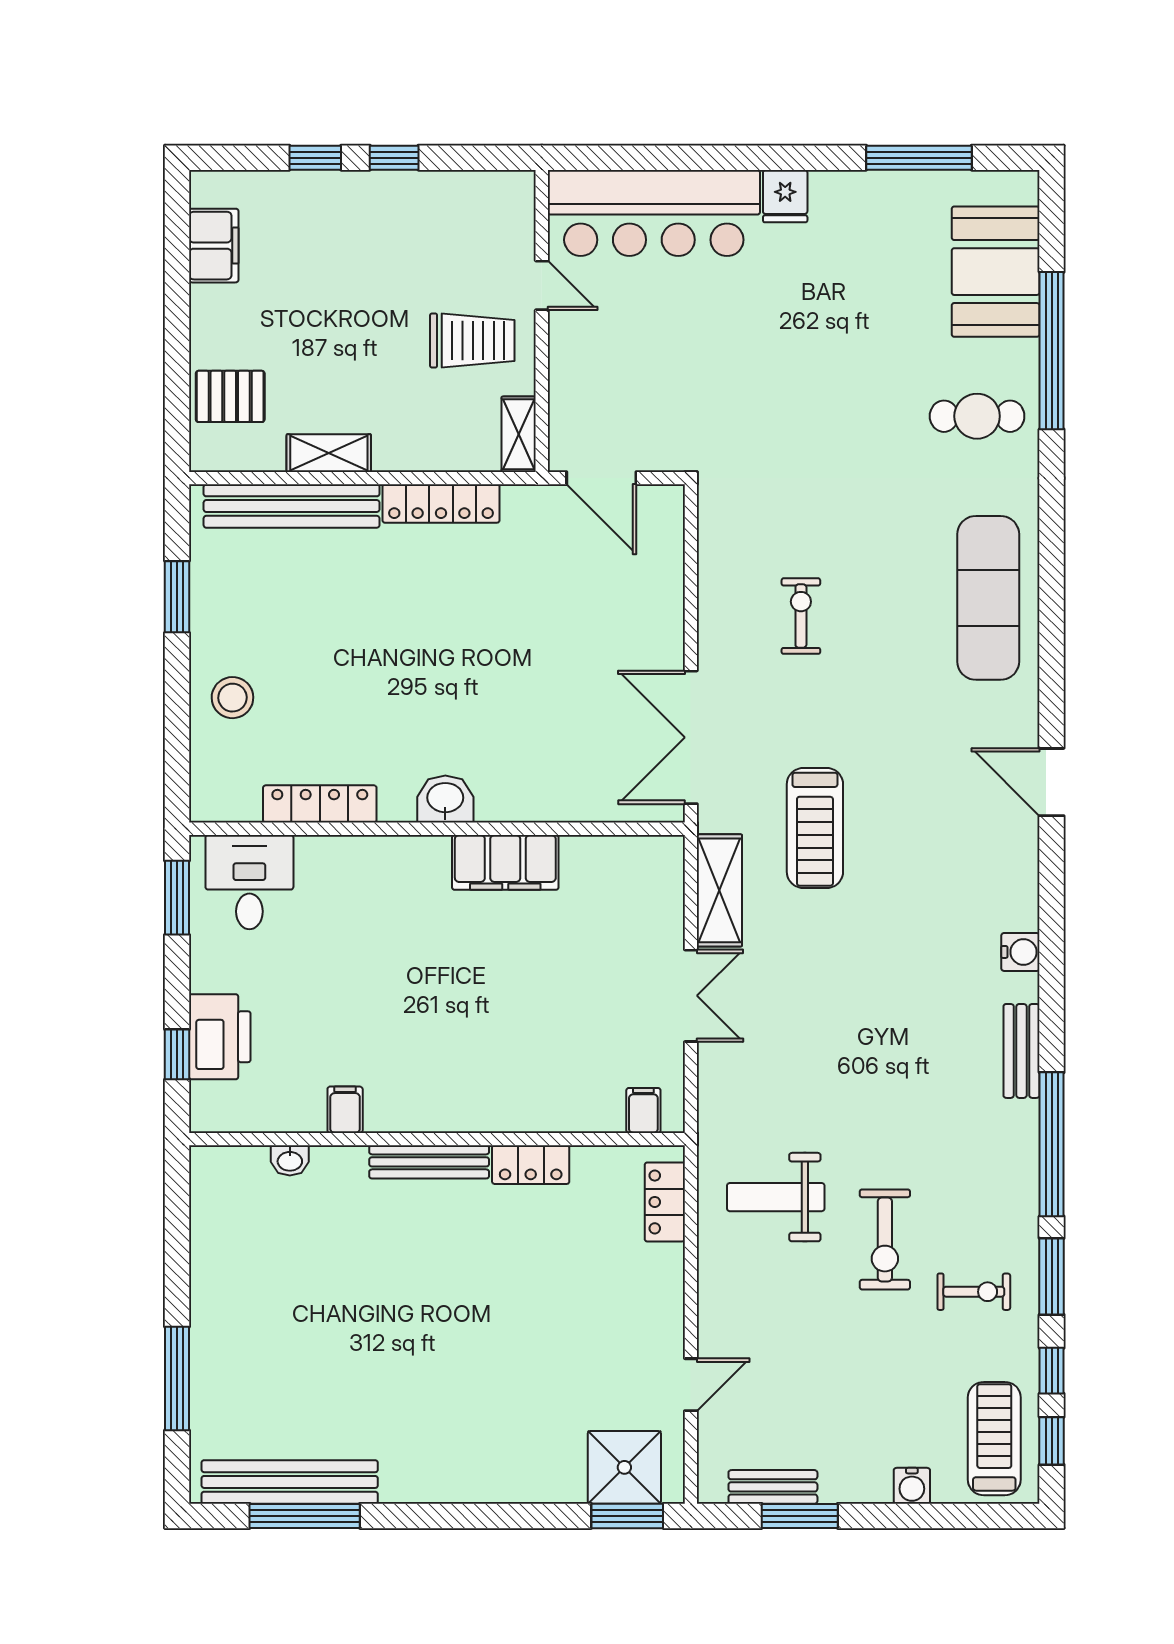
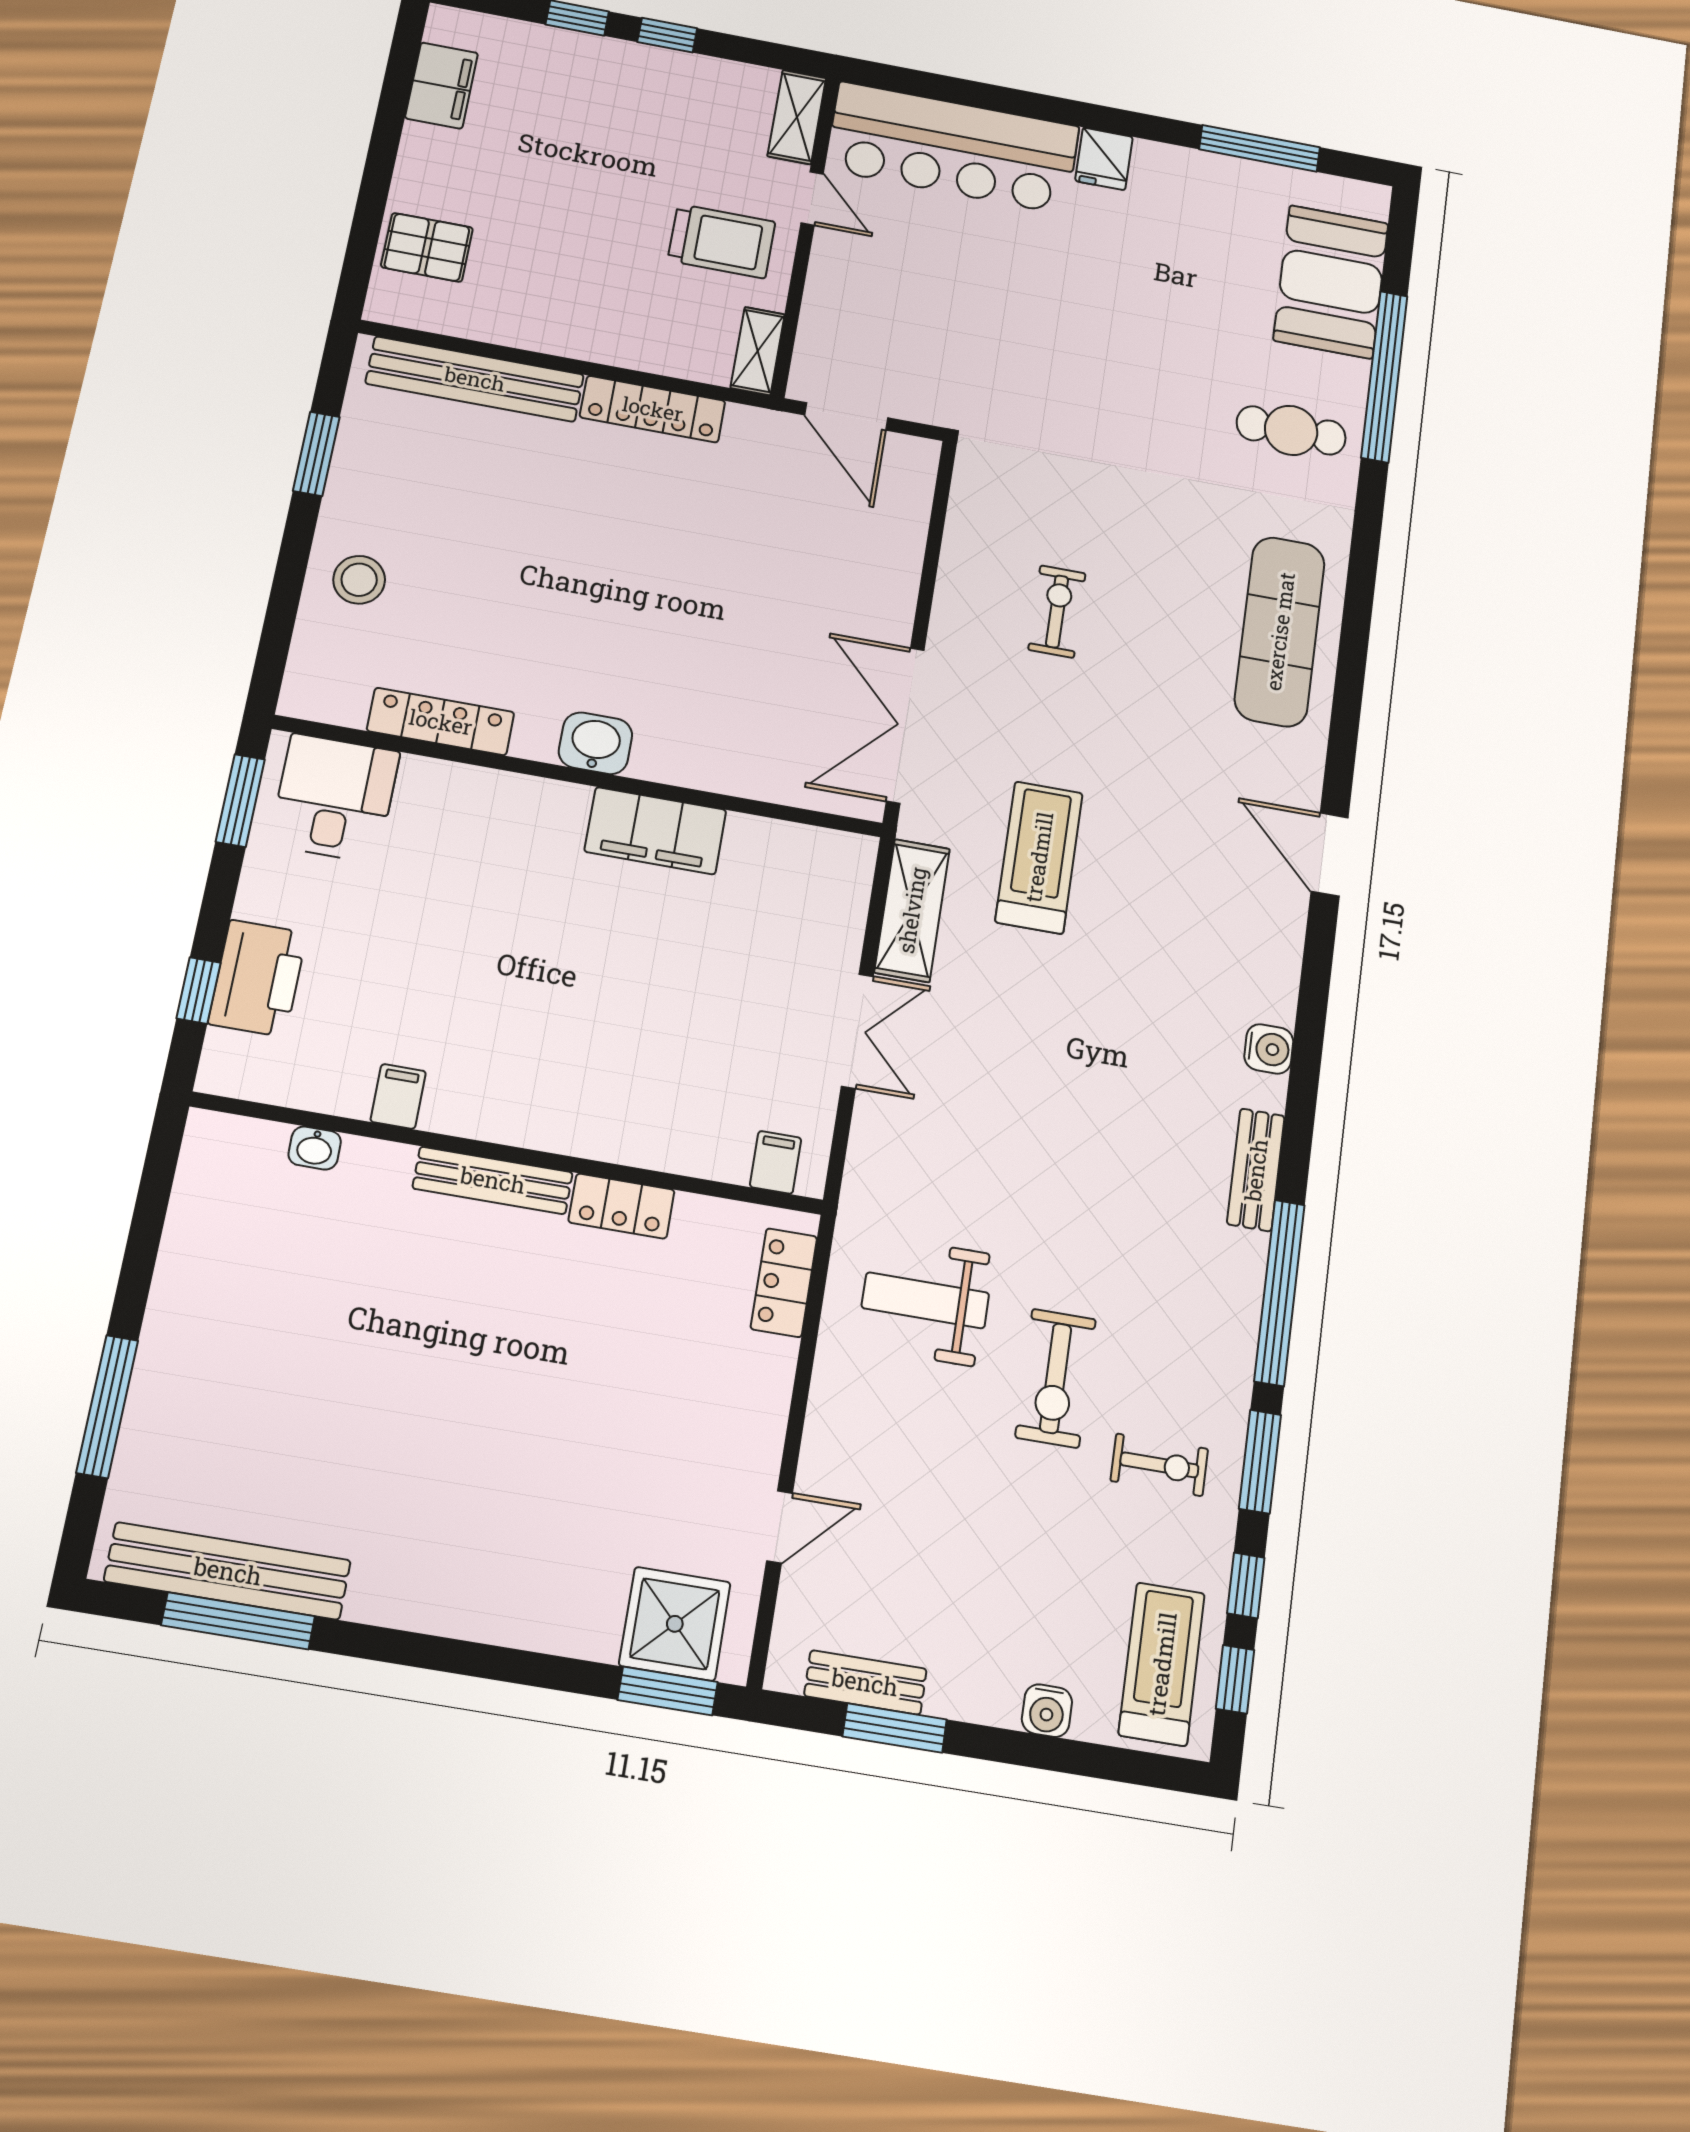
shelving: (329, 453) -> (797, 117), moved, turned 90
treadmill: (815, 828) -> (1039, 857), turned 180

